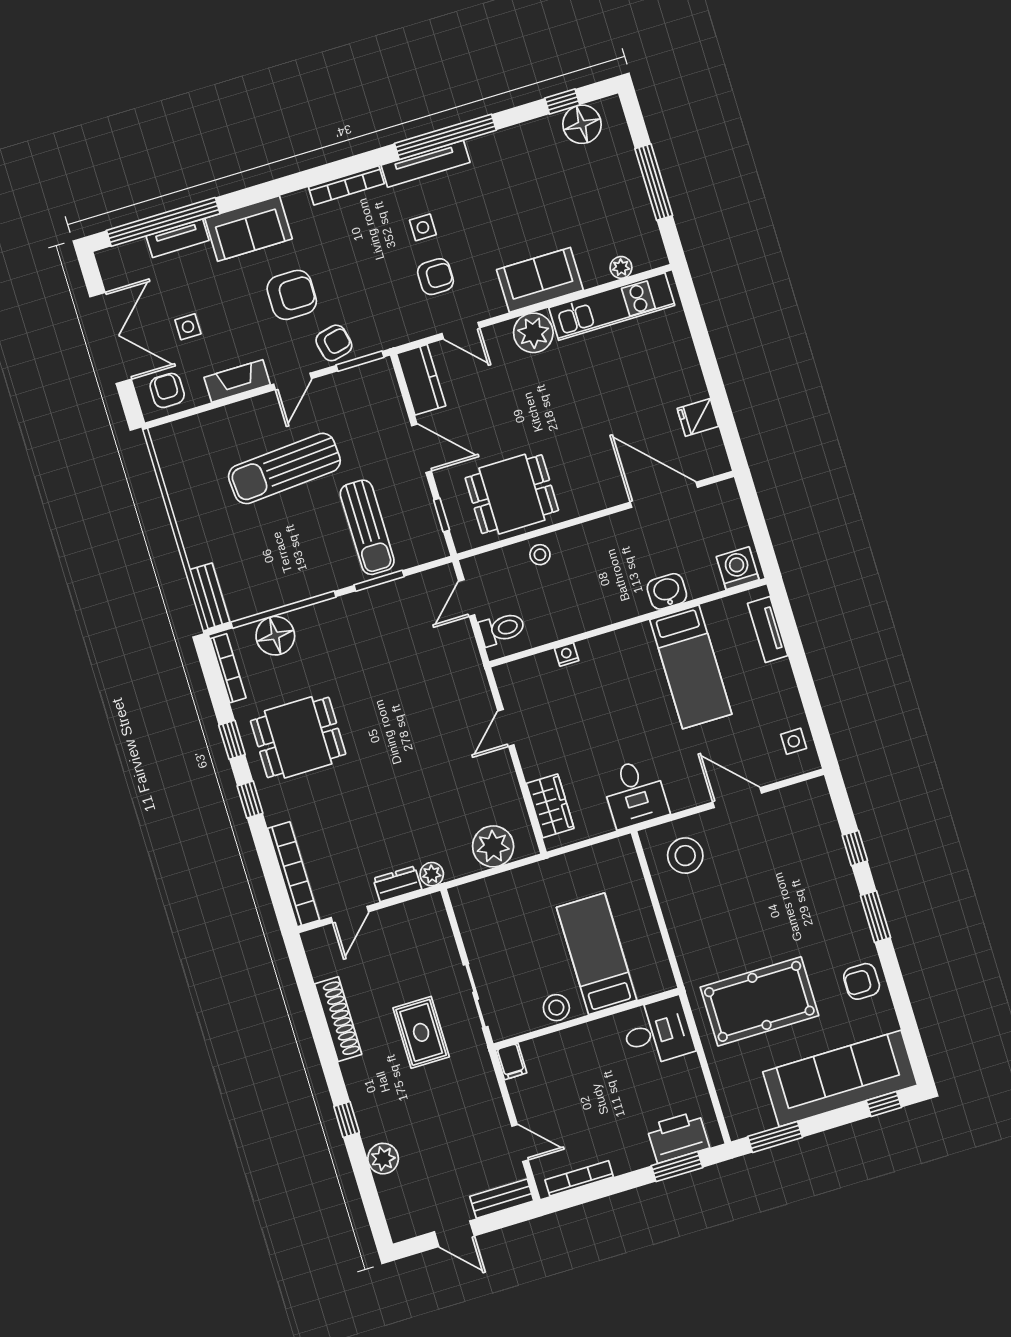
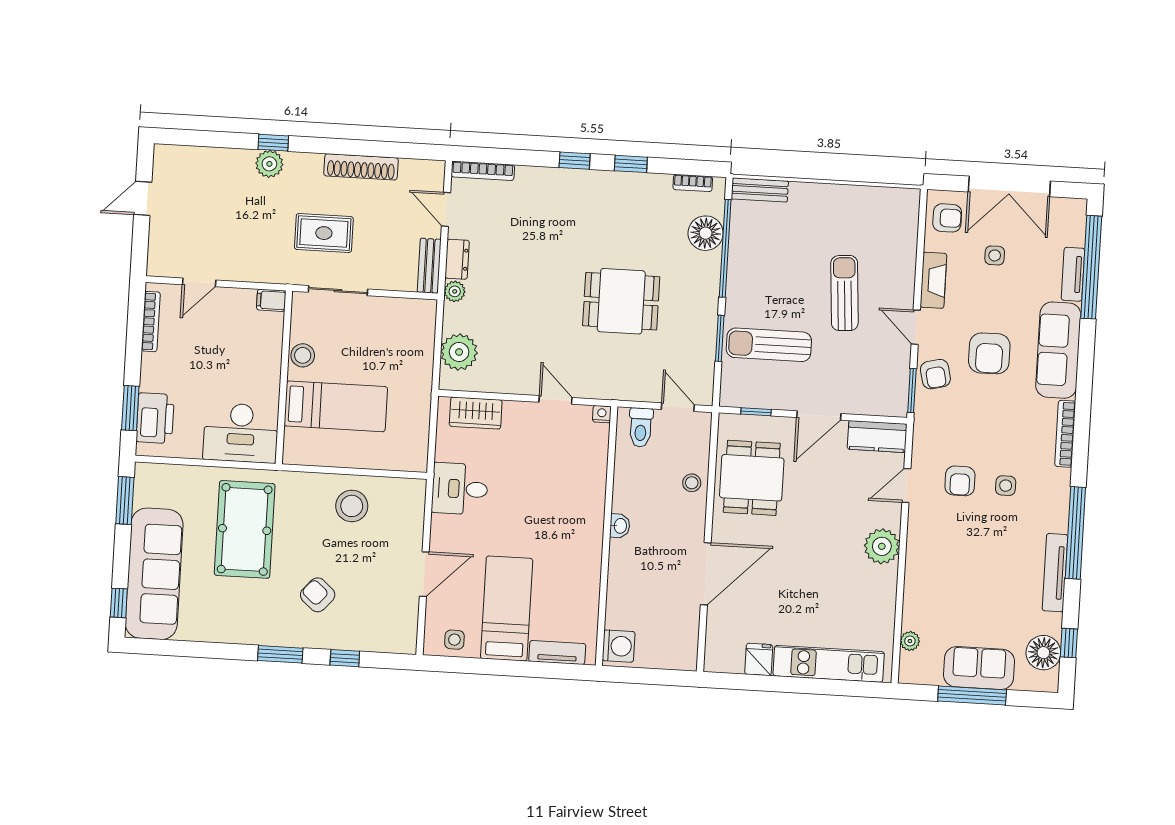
tv unit: (426, 164) -> (1055, 573), moved
sofa: (248, 229) -> (1058, 350), width x1.36
sofa: (540, 280) -> (979, 668), moved, turned -90
kitchen unit: (612, 306) -> (829, 664), moved, turned 90
sun lounger: (284, 468) -> (844, 293), width x0.73, depth x0.75
door: (664, 495) -> (706, 574), moved
washbasin: (667, 591) -> (620, 526), moved, width x0.72, depth x0.69
nightstand: (567, 654) -> (602, 414), moved, turned -90
bed: (691, 667) -> (507, 609), moved, turned 90
bookcase: (228, 668) -> (693, 183), width x0.64
dining table: (298, 737) -> (621, 301), moved, turned 90
stool: (685, 856) -> (352, 506), moved
bookcase: (294, 874) -> (483, 171), width x0.68, depth x0.76
armchair: (862, 981) -> (318, 595), moved, turned -49
desk: (657, 1032) -> (241, 433), width x1.37
plant: (383, 1159) -> (269, 164), moved
bench: (502, 1199) -> (429, 266), moved

